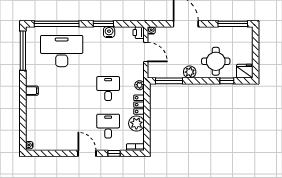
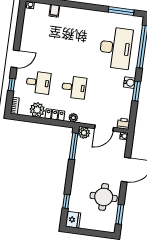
window: (233, 24) -> (120, 214), width x0.69
water cooler: (109, 32) -> (130, 83), moved
window: (23, 51) -> (121, 11), width x0.68
round table: (216, 61) -> (104, 197), moved
plant: (190, 72) -> (84, 133), moved
filing cabinet: (32, 91) -> (54, 11), moved

